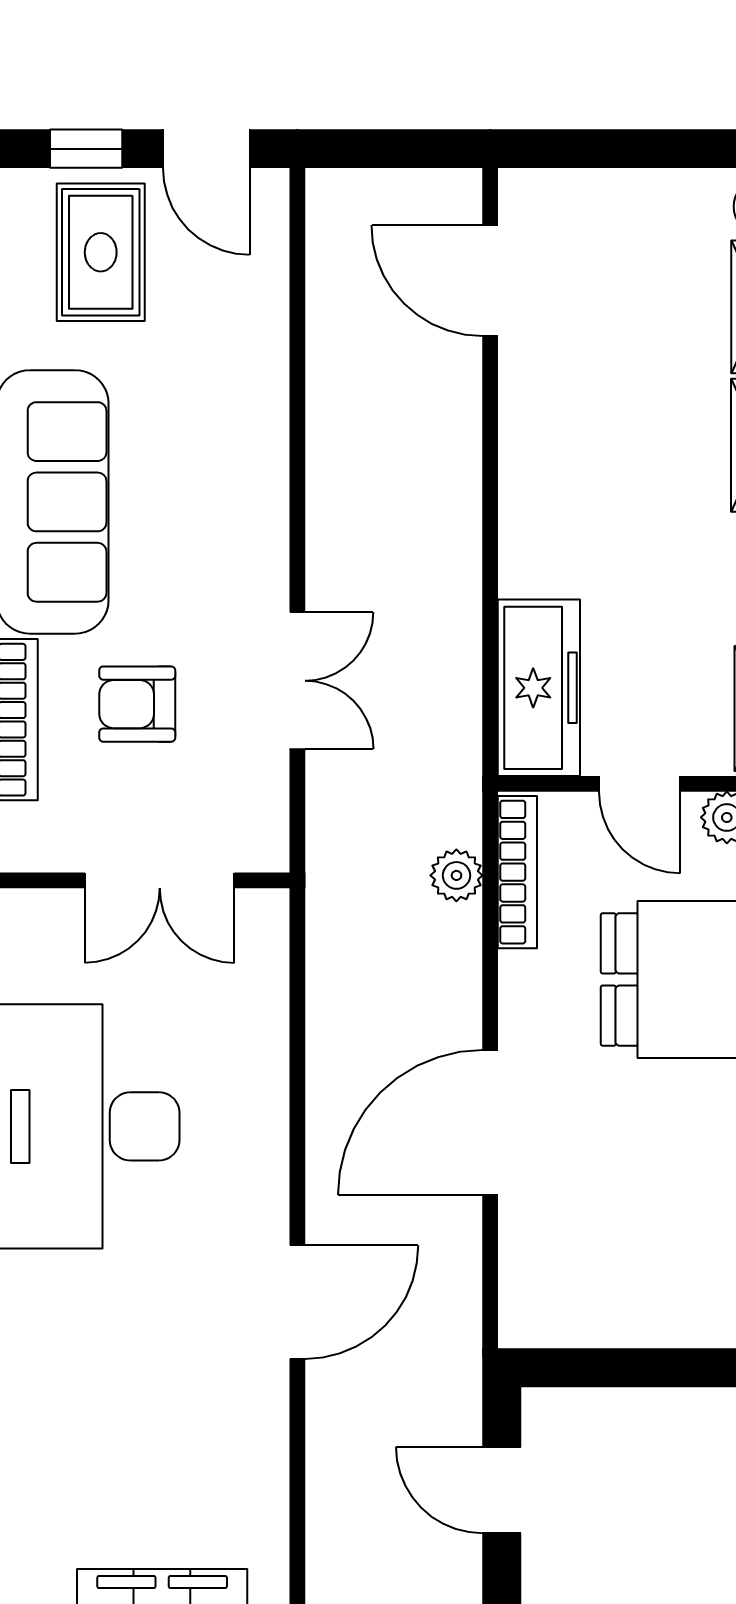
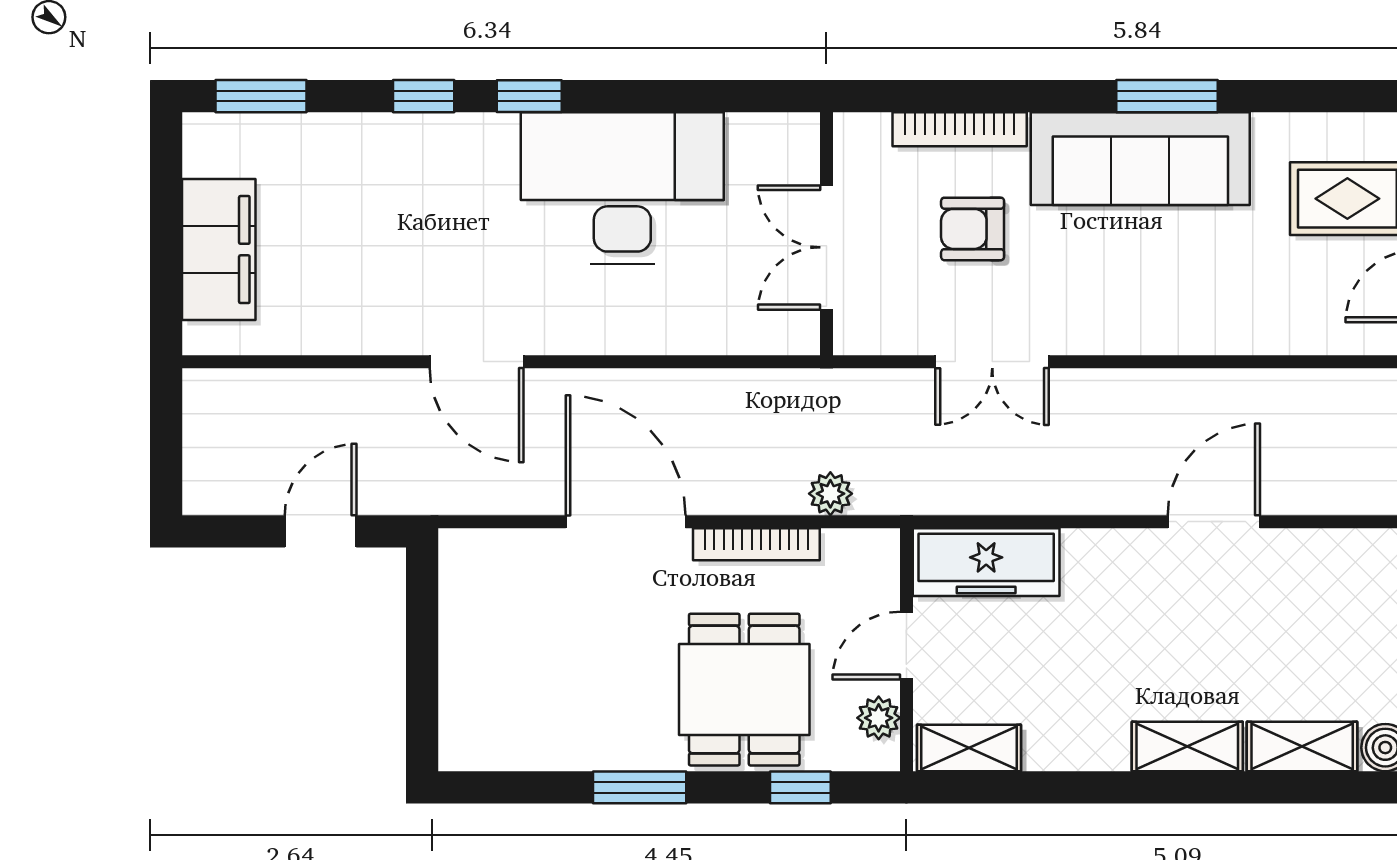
door: (490, 281) -> (1214, 522), moved
armchair: (137, 704) -> (973, 229), turned -90
bookcase: (517, 872) -> (756, 544), moved

